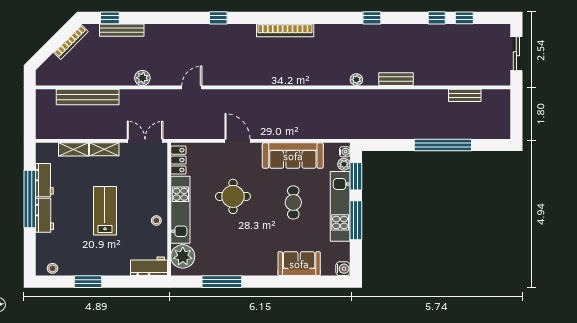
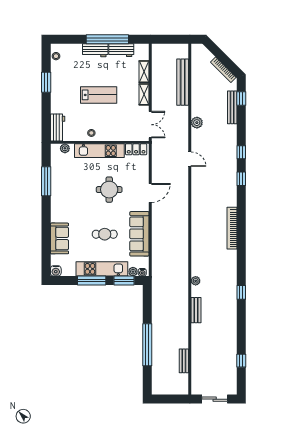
window: (437, 18) -> (241, 152), moved
plant: (183, 256) -> (65, 148), width x0.53, depth x0.53

